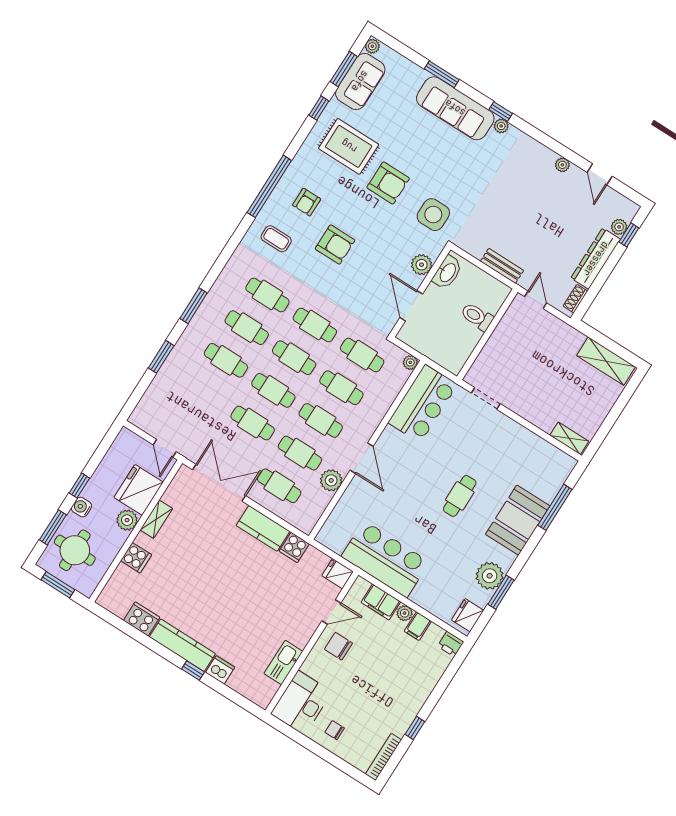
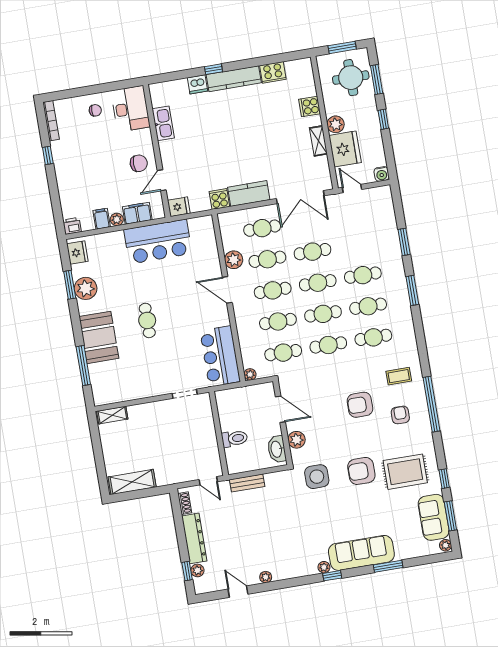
water cooler: (81, 507) -> (382, 174), moved, turned 90

